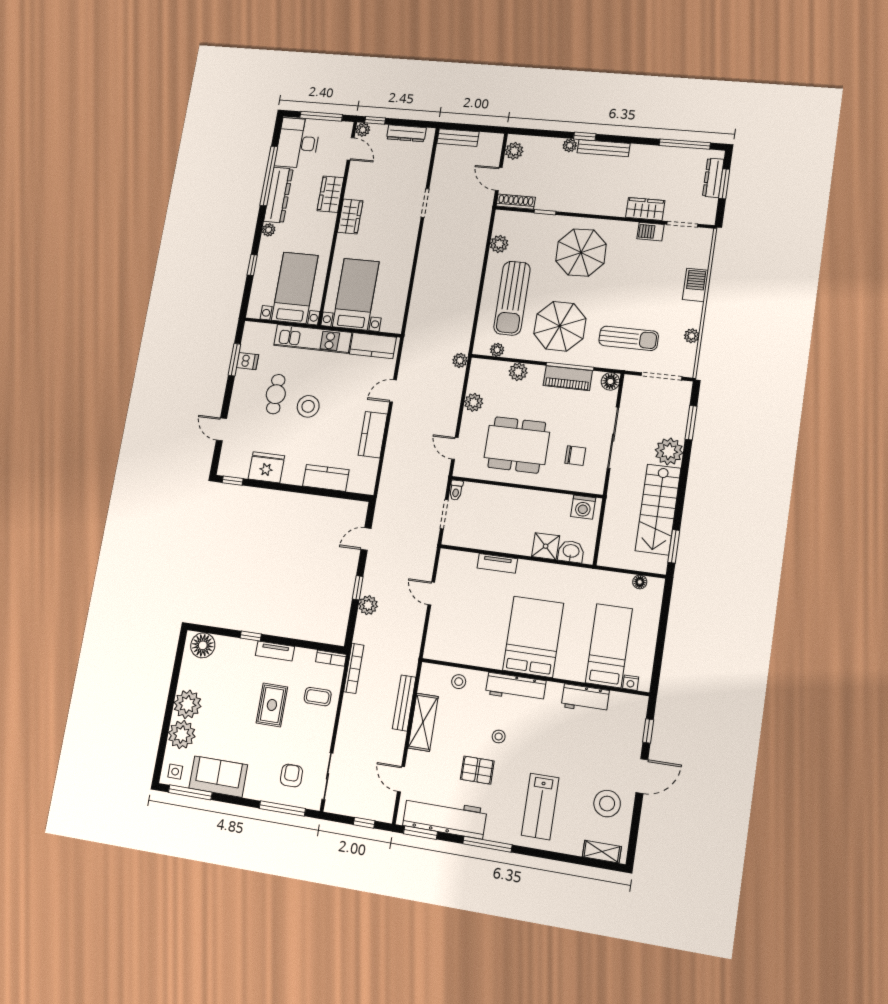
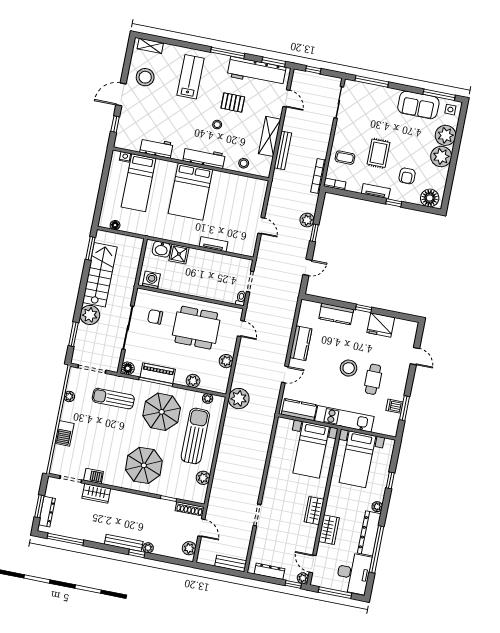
plant: (460, 360) -> (239, 399), width x1.88, depth x1.88
window: (233, 481) -> (364, 308), moved
armchair: (291, 776) -> (407, 176), moved

